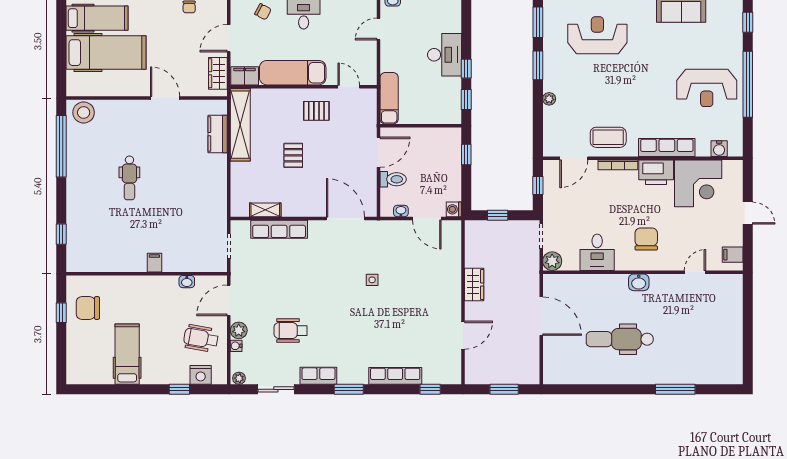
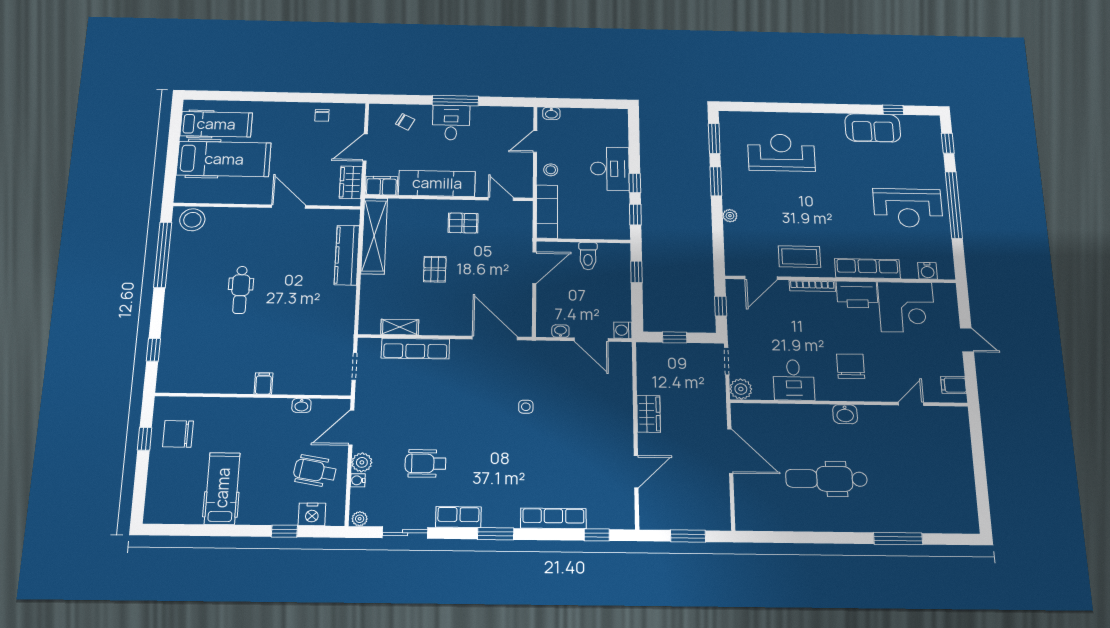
stool: (392, 57) -> (551, 170), added
kitchen counter: (218, 134) -> (347, 255), width x1.50
toilet: (393, 179) -> (588, 256), moved, turned 90

